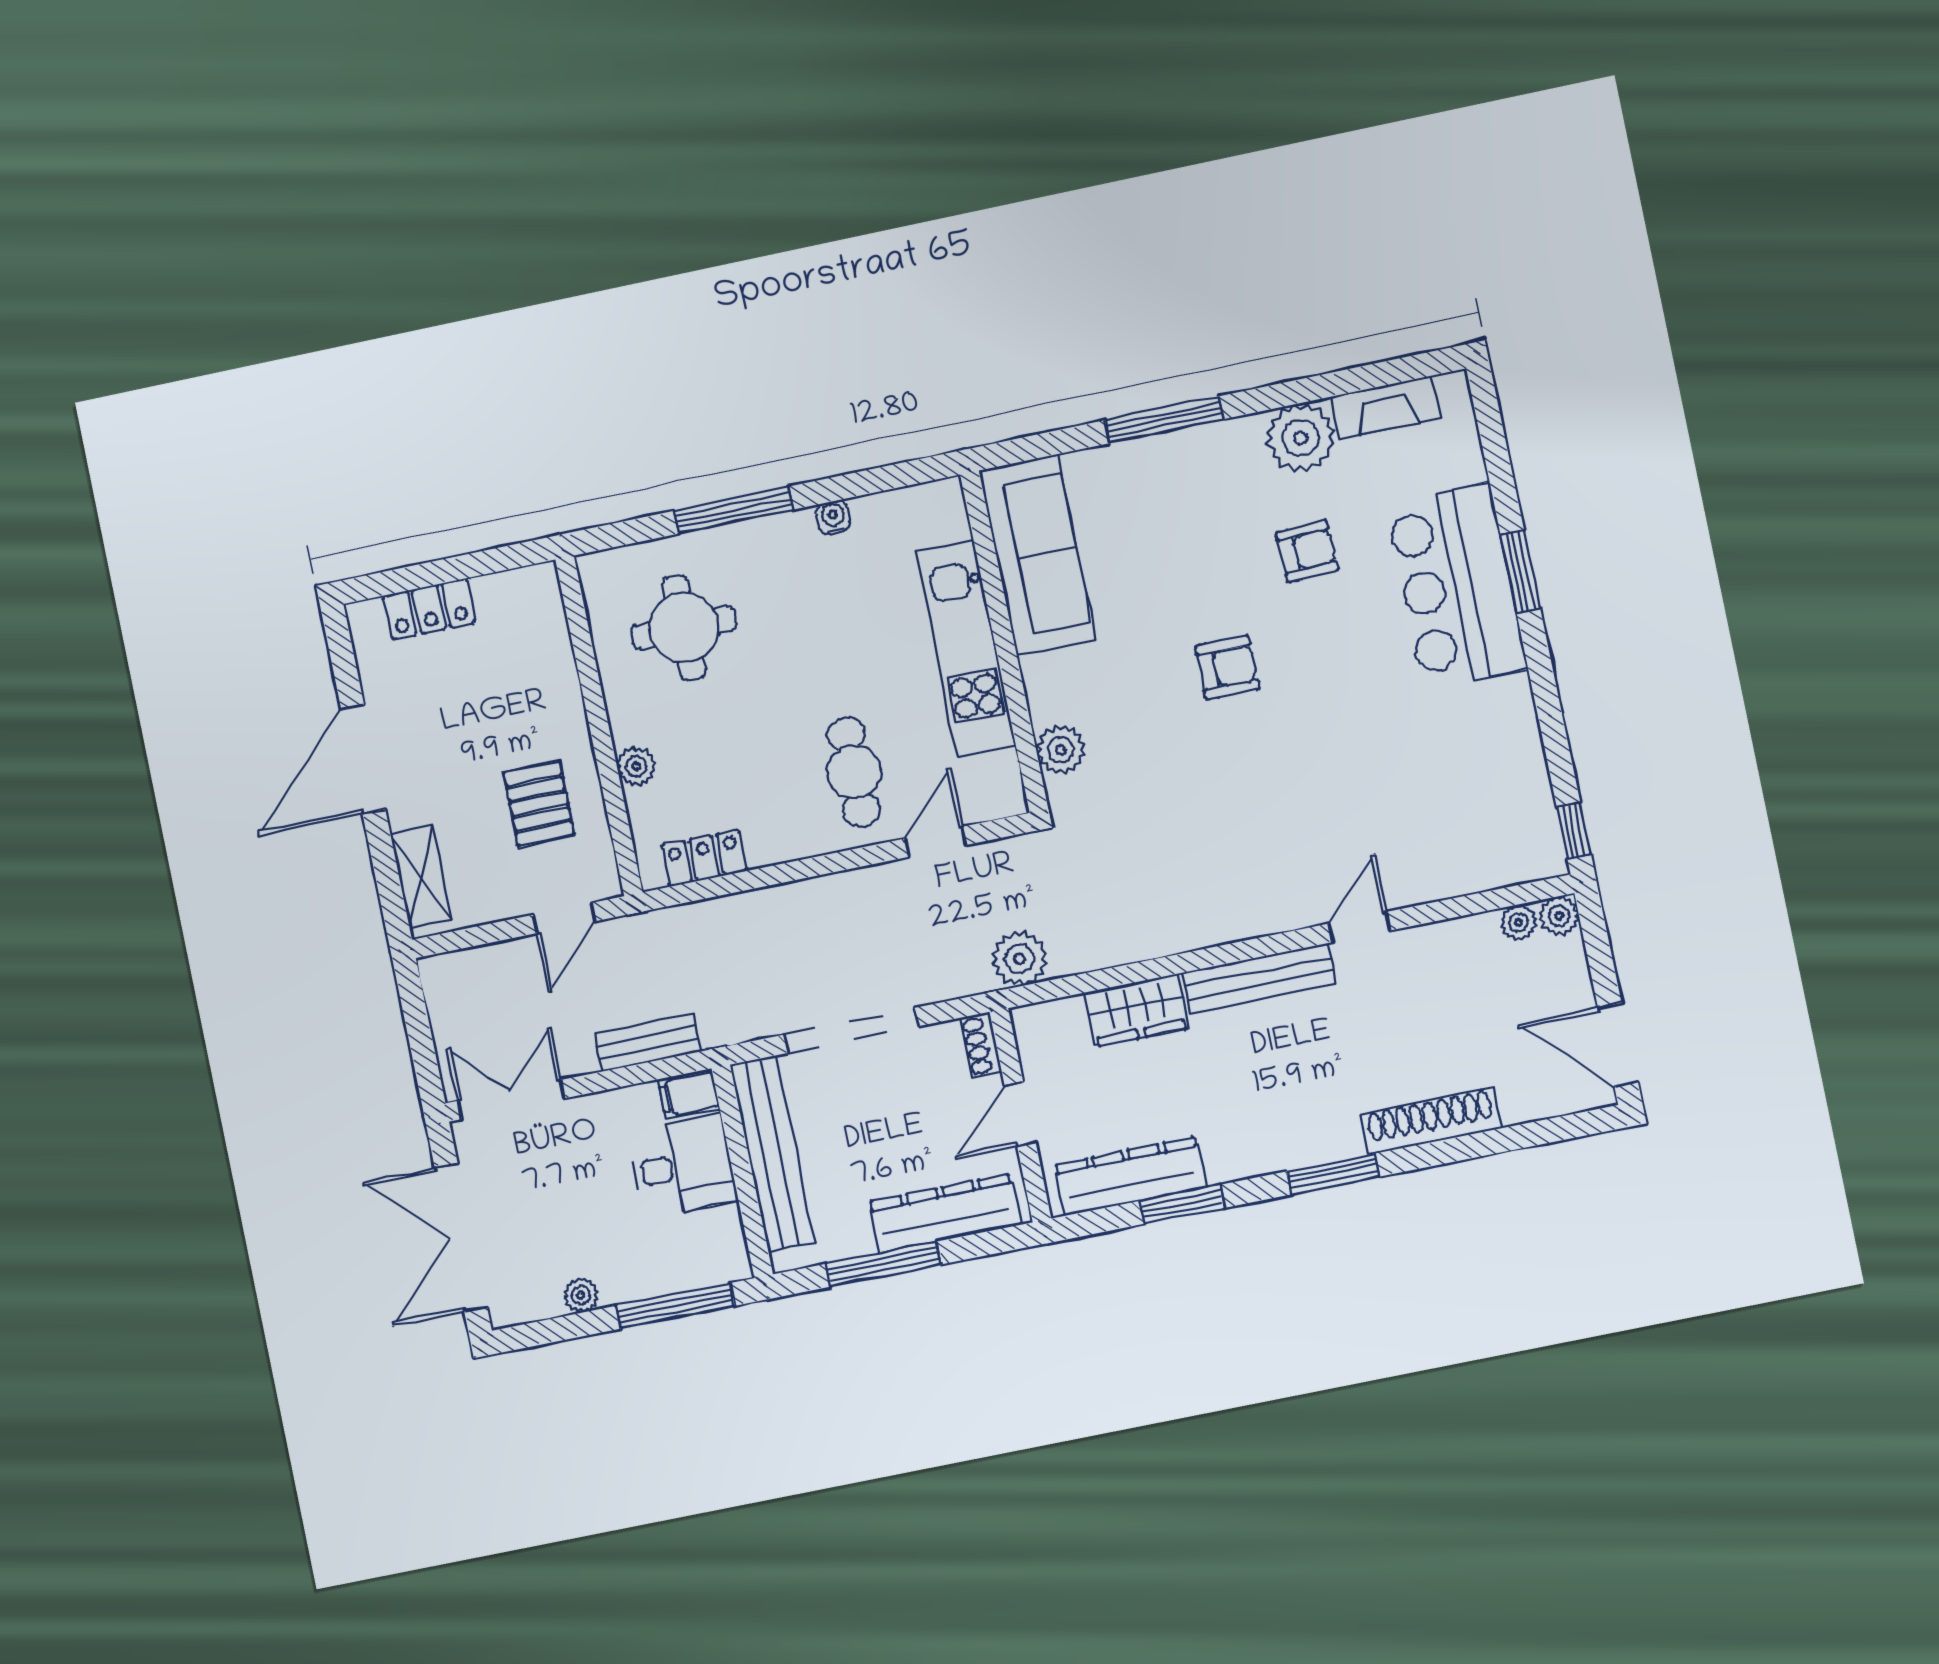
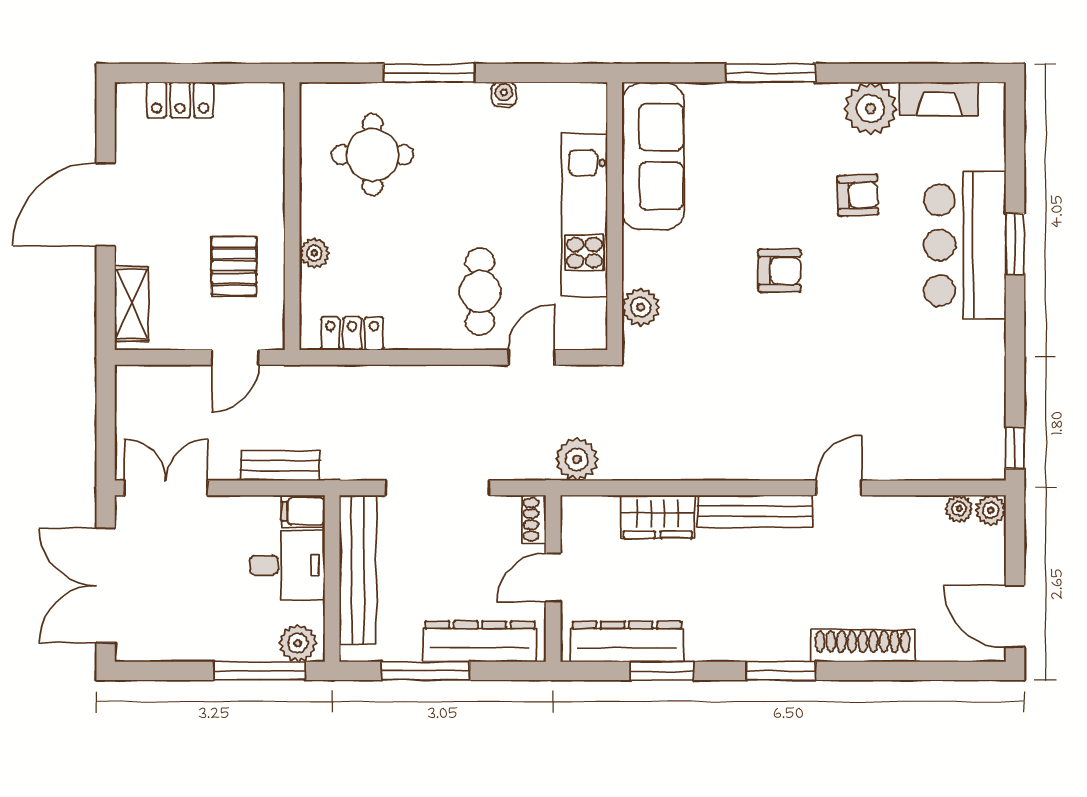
plant: (581, 1295) -> (298, 643), moved, width x1.38, depth x1.38

